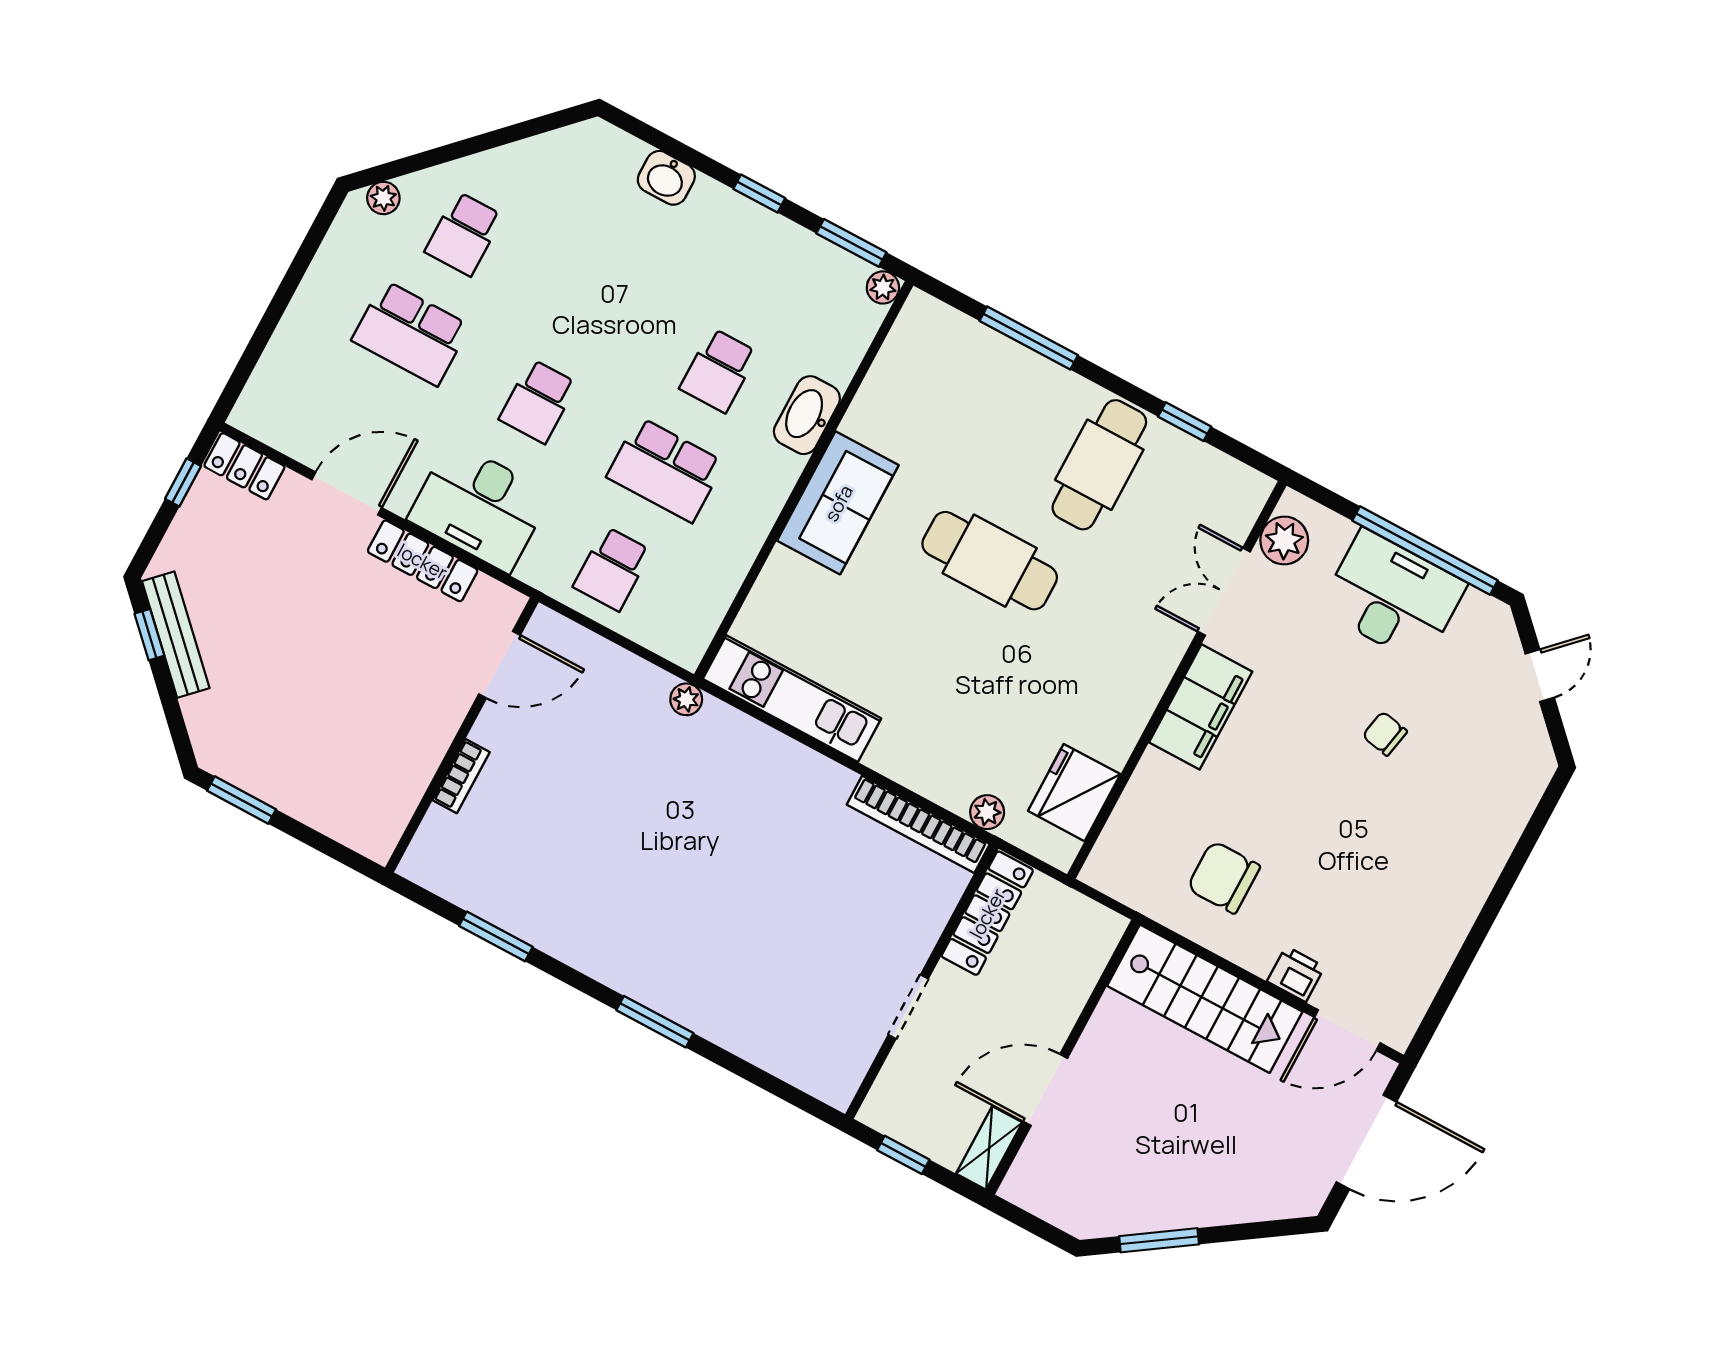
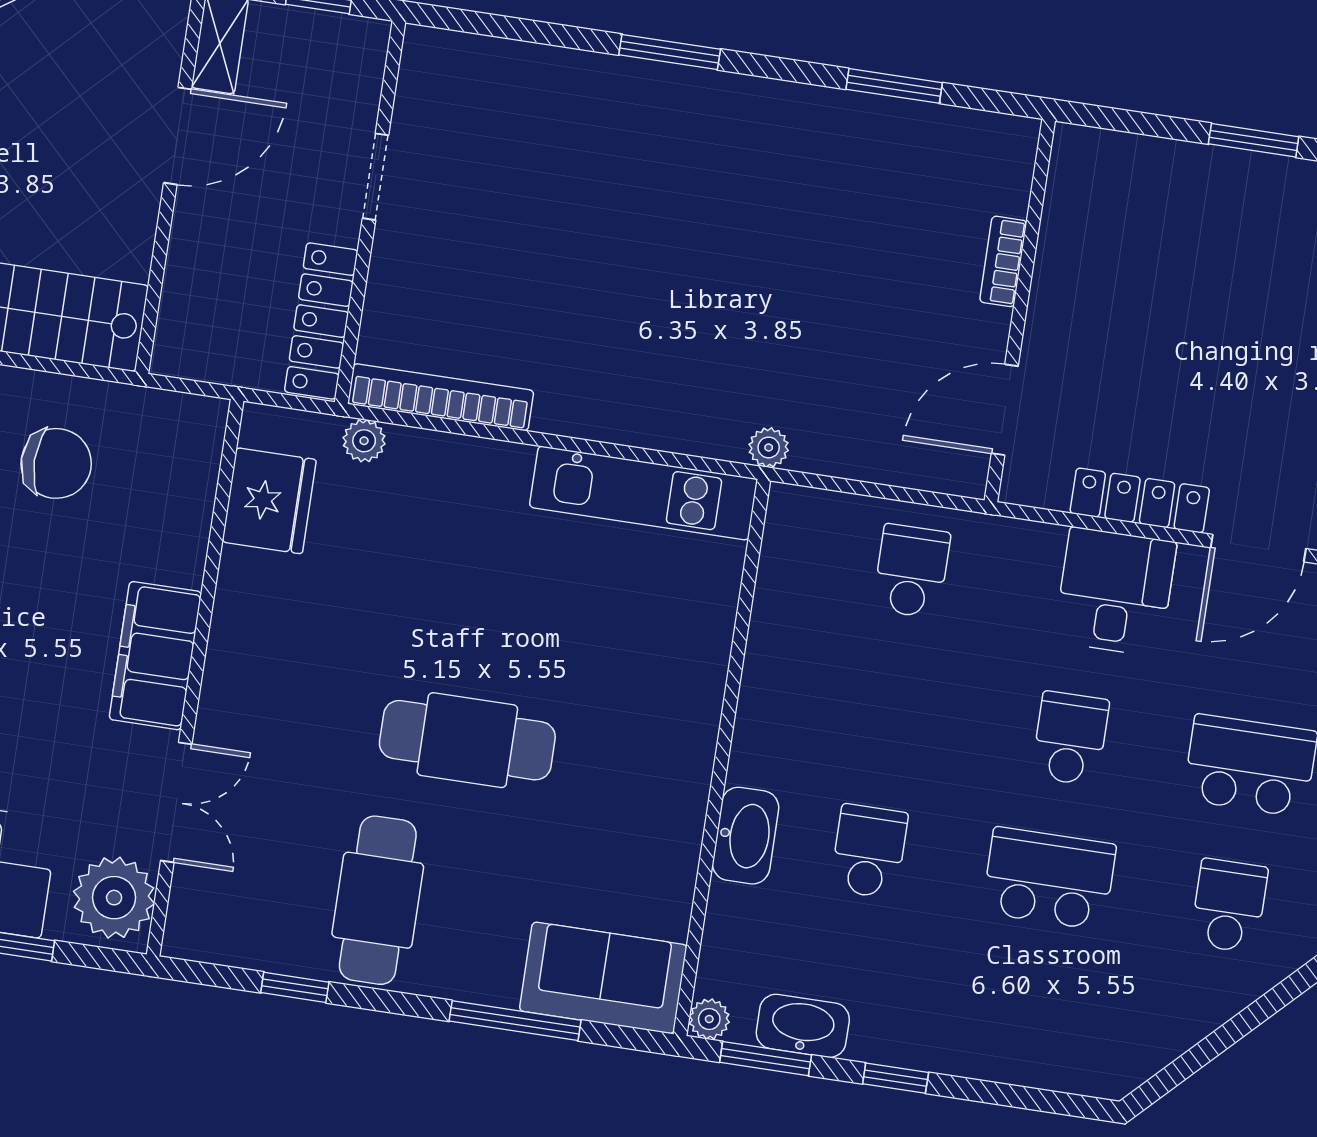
washbasin: (666, 178) -> (803, 1026), moved, width x1.38
school desk: (665, 470) -> (1049, 878), moved
sofa: (838, 503) -> (603, 978), moved, turned 90
desk: (480, 507) -> (1115, 592), width x0.73
plant: (1284, 540) -> (114, 898), width x1.36, depth x1.36

